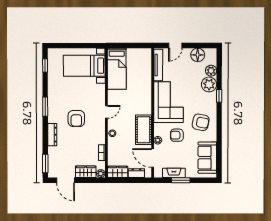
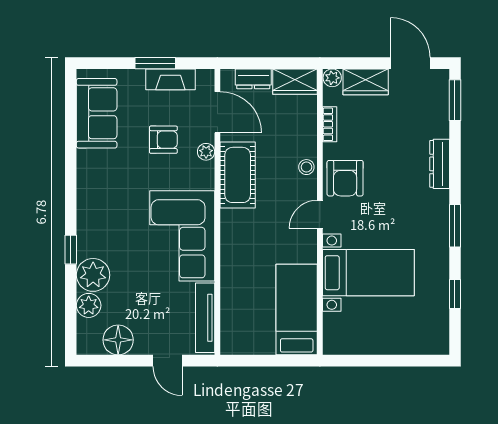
door: (175, 46) -> (167, 361), swing flipped
window: (45, 65) -> (455, 294), moved
bed with nightstands: (84, 66) -> (368, 273), moved
armchair: (76, 118) -> (345, 178), moved, turned 180
armchair: (201, 122) -> (111, 191), removed
armchair: (177, 135) -> (163, 140), moved

